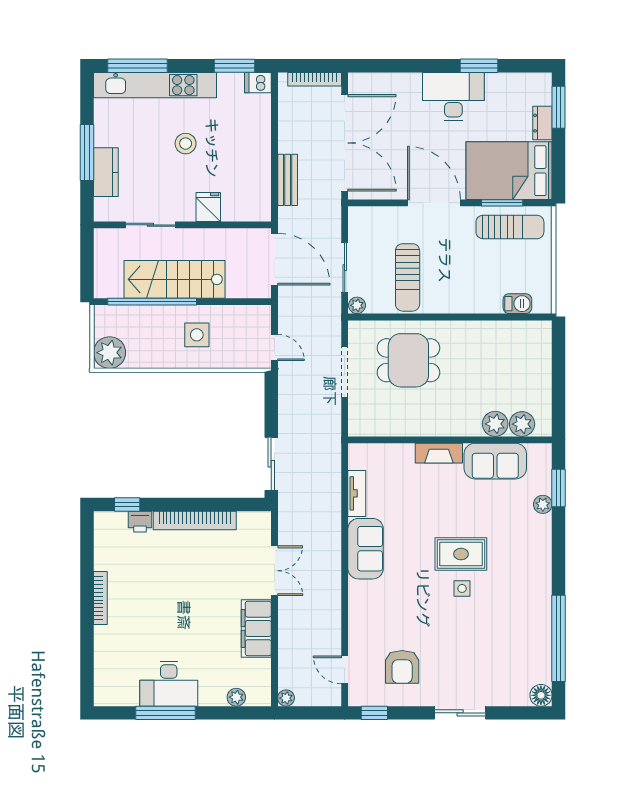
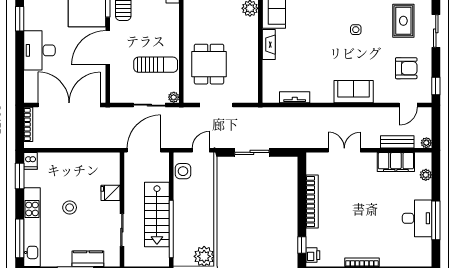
desk: (453, 97) -> (39, 50), moved
bench: (288, 180) -> (397, 142), moved
side table: (197, 335) -> (183, 171), moved
sliding door: (271, 464) -> (252, 152), moved
printer: (140, 522) -> (313, 255), moved
sofa: (366, 549) -> (354, 92), moved
rug: (461, 554) -> (403, 21), moved
filing cabinet: (256, 628) -> (396, 162), moved

